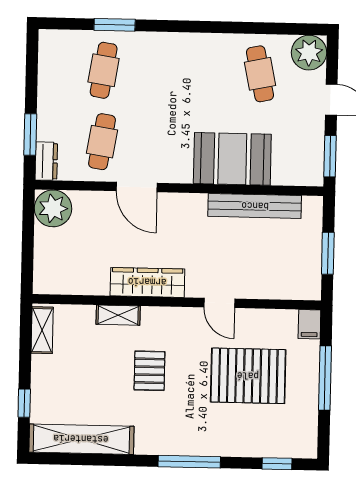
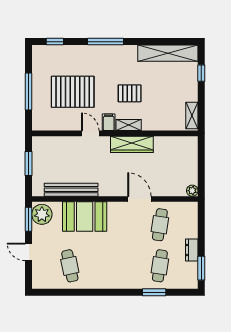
plant: (309, 53) -> (42, 214), moved
window: (30, 134) -> (201, 268), moved
dresser: (46, 161) -> (192, 250), moved
plant: (53, 208) -> (192, 191), width x0.53, depth x0.53
shelving: (118, 315) -> (129, 125), moved
filing cabinet: (309, 324) -> (109, 122), moved
pallet: (149, 371) -> (130, 93), turned 90

